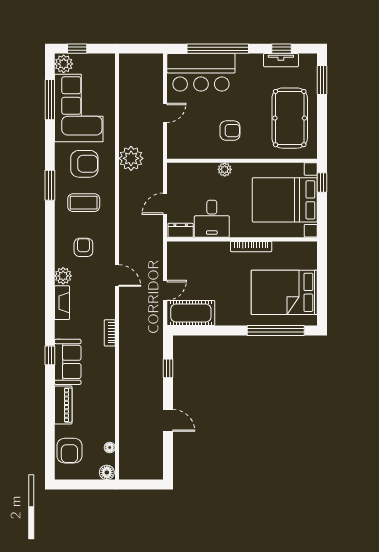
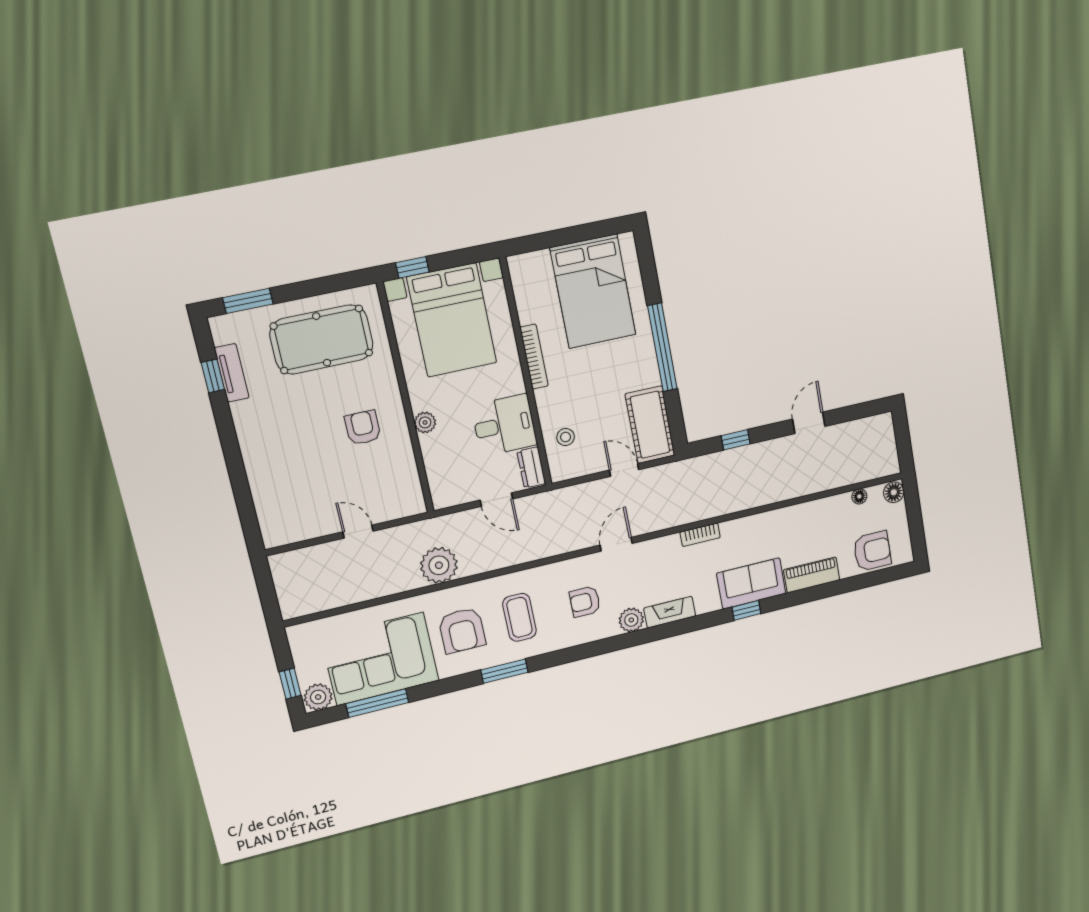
window: (218, 49) -> (238, 475), removed
bar counter: (201, 72) -> (282, 492), removed
armchair: (84, 164) -> (462, 630), turned 180
stool: (195, 256) -> (566, 437), added
window: (276, 330) -> (662, 347), moved

